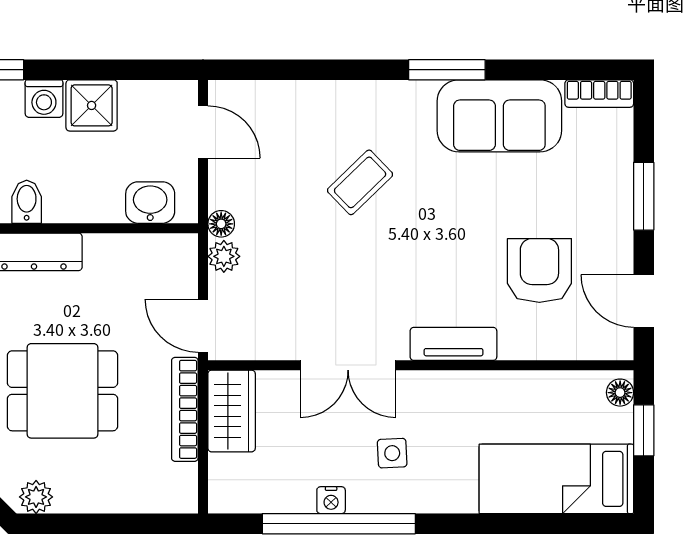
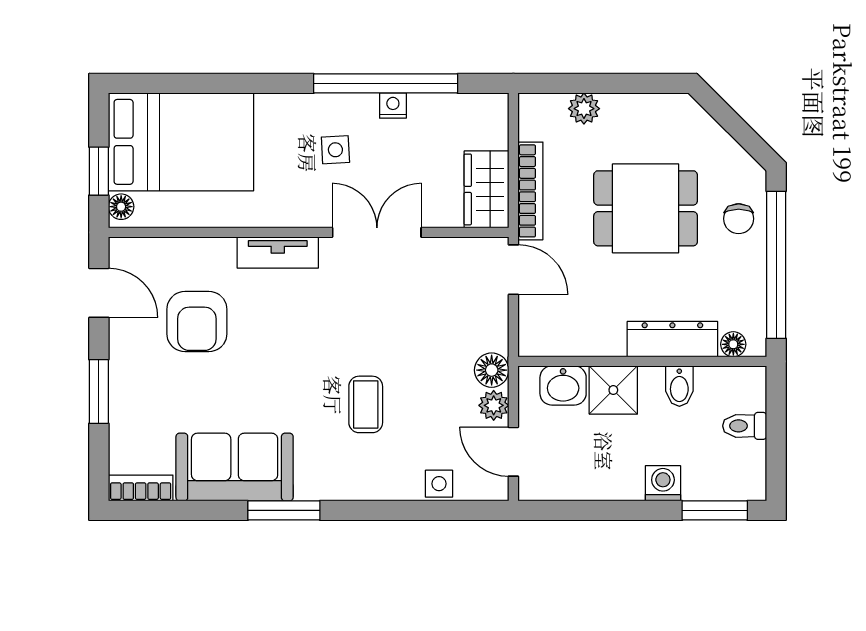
side table: (282, 98) -> (439, 484), added
shower: (92, 105) -> (613, 390), moved
coffee table: (360, 182) -> (366, 404), turned -46
floor lamp: (221, 224) -> (492, 370), width x1.37, depth x1.37
plant: (224, 256) -> (494, 405), moved
bed: (556, 479) -> (181, 142), width x1.50
plant: (36, 497) -> (584, 109), moved

